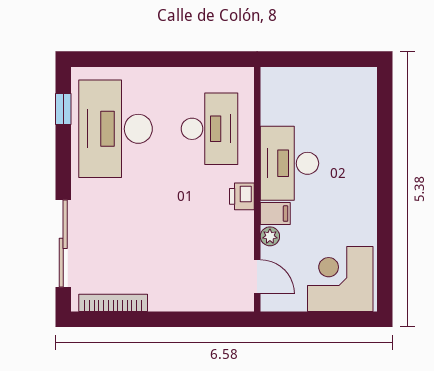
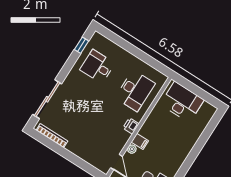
desk: (116, 129) -> (97, 67), width x0.53, depth x0.77
desk: (289, 163) -> (182, 102), moved, turned 90

